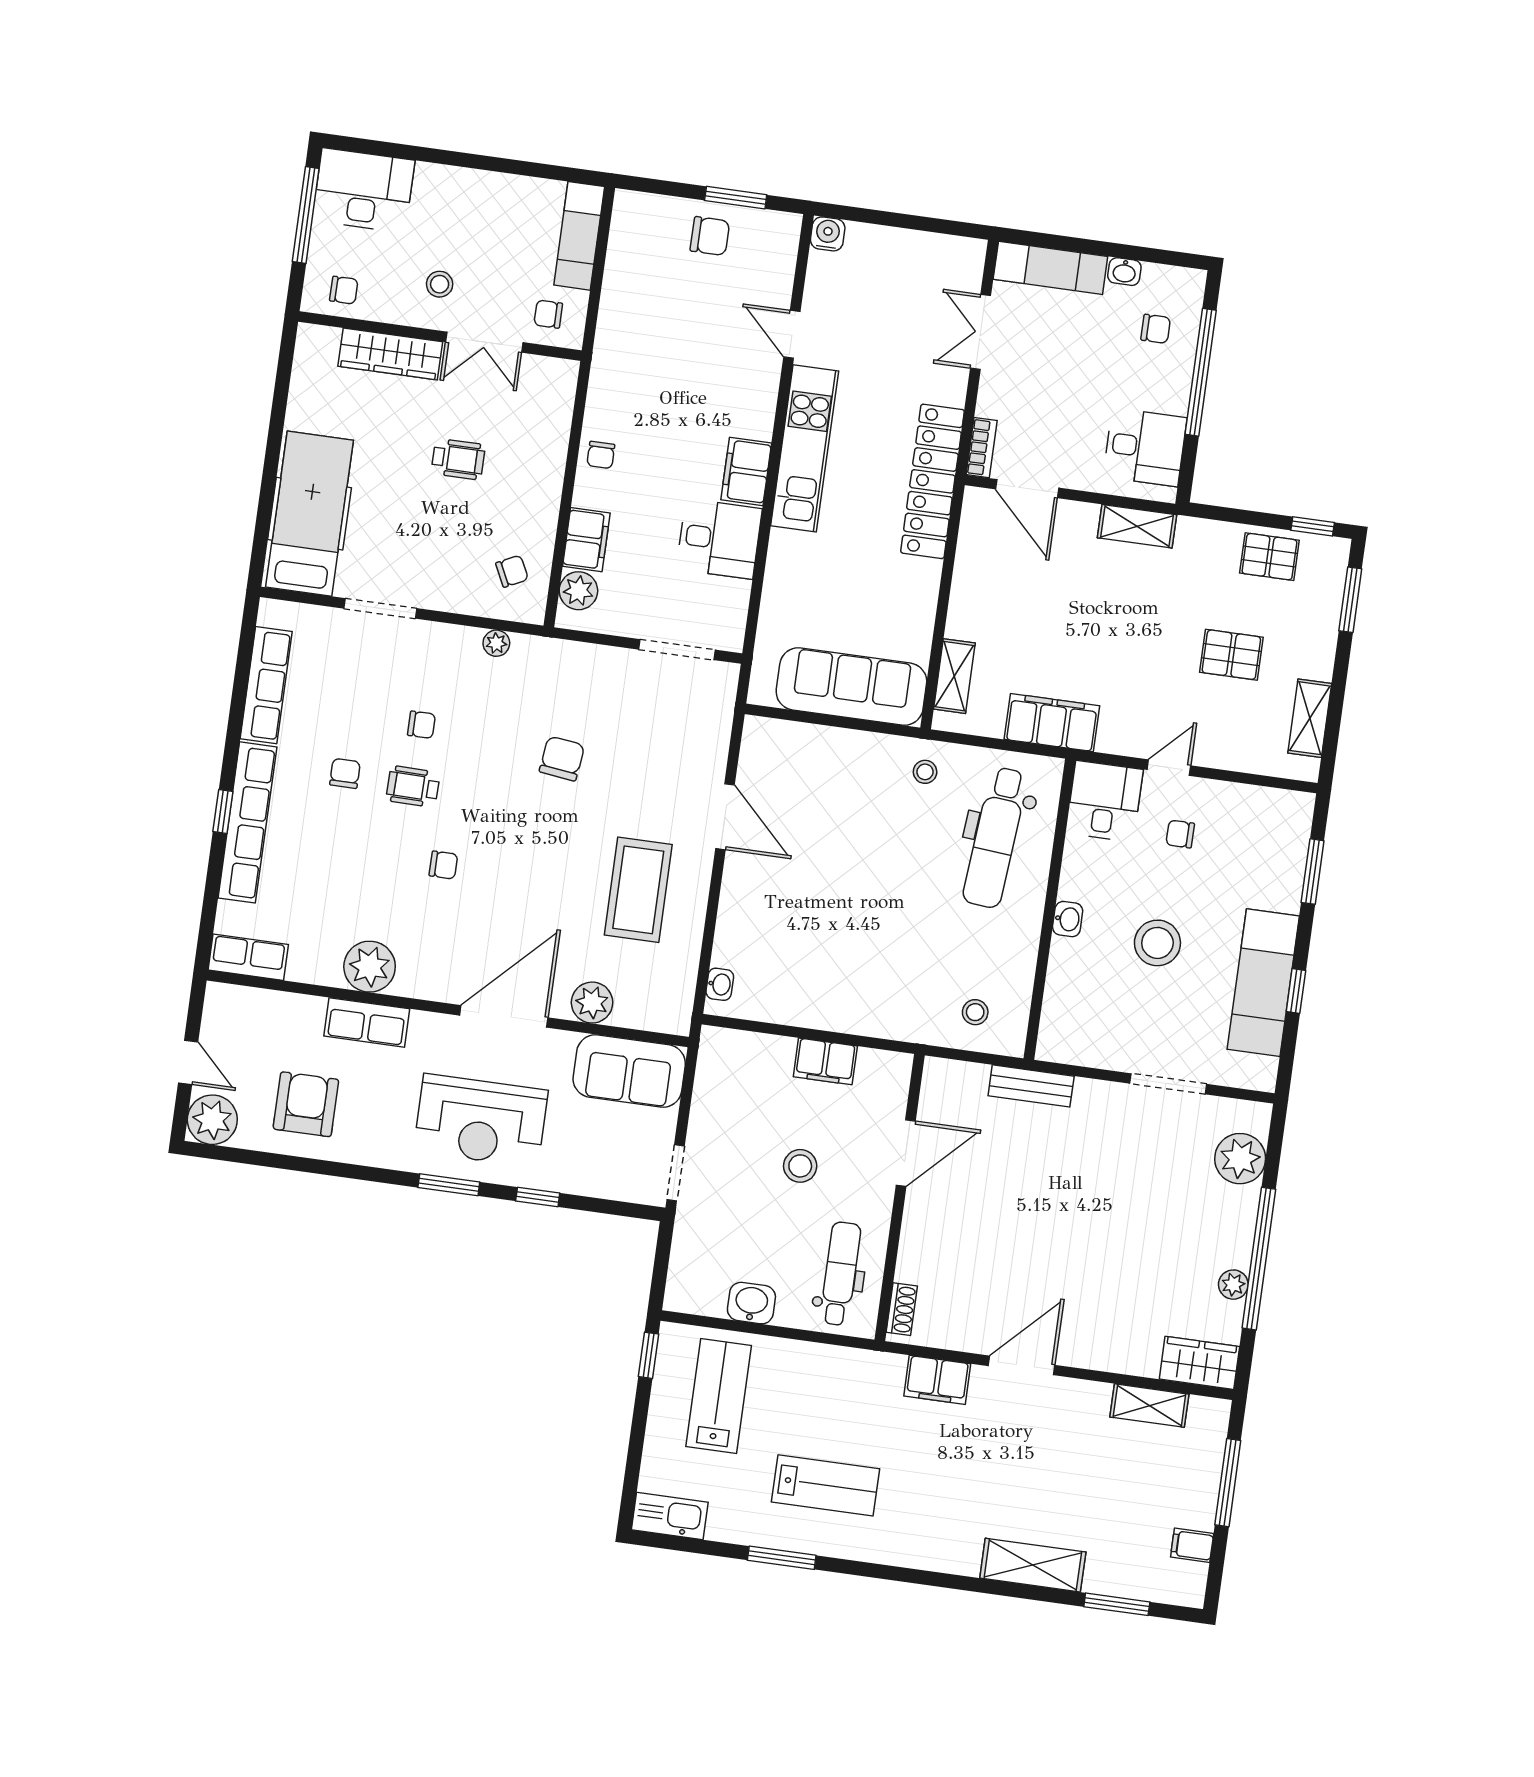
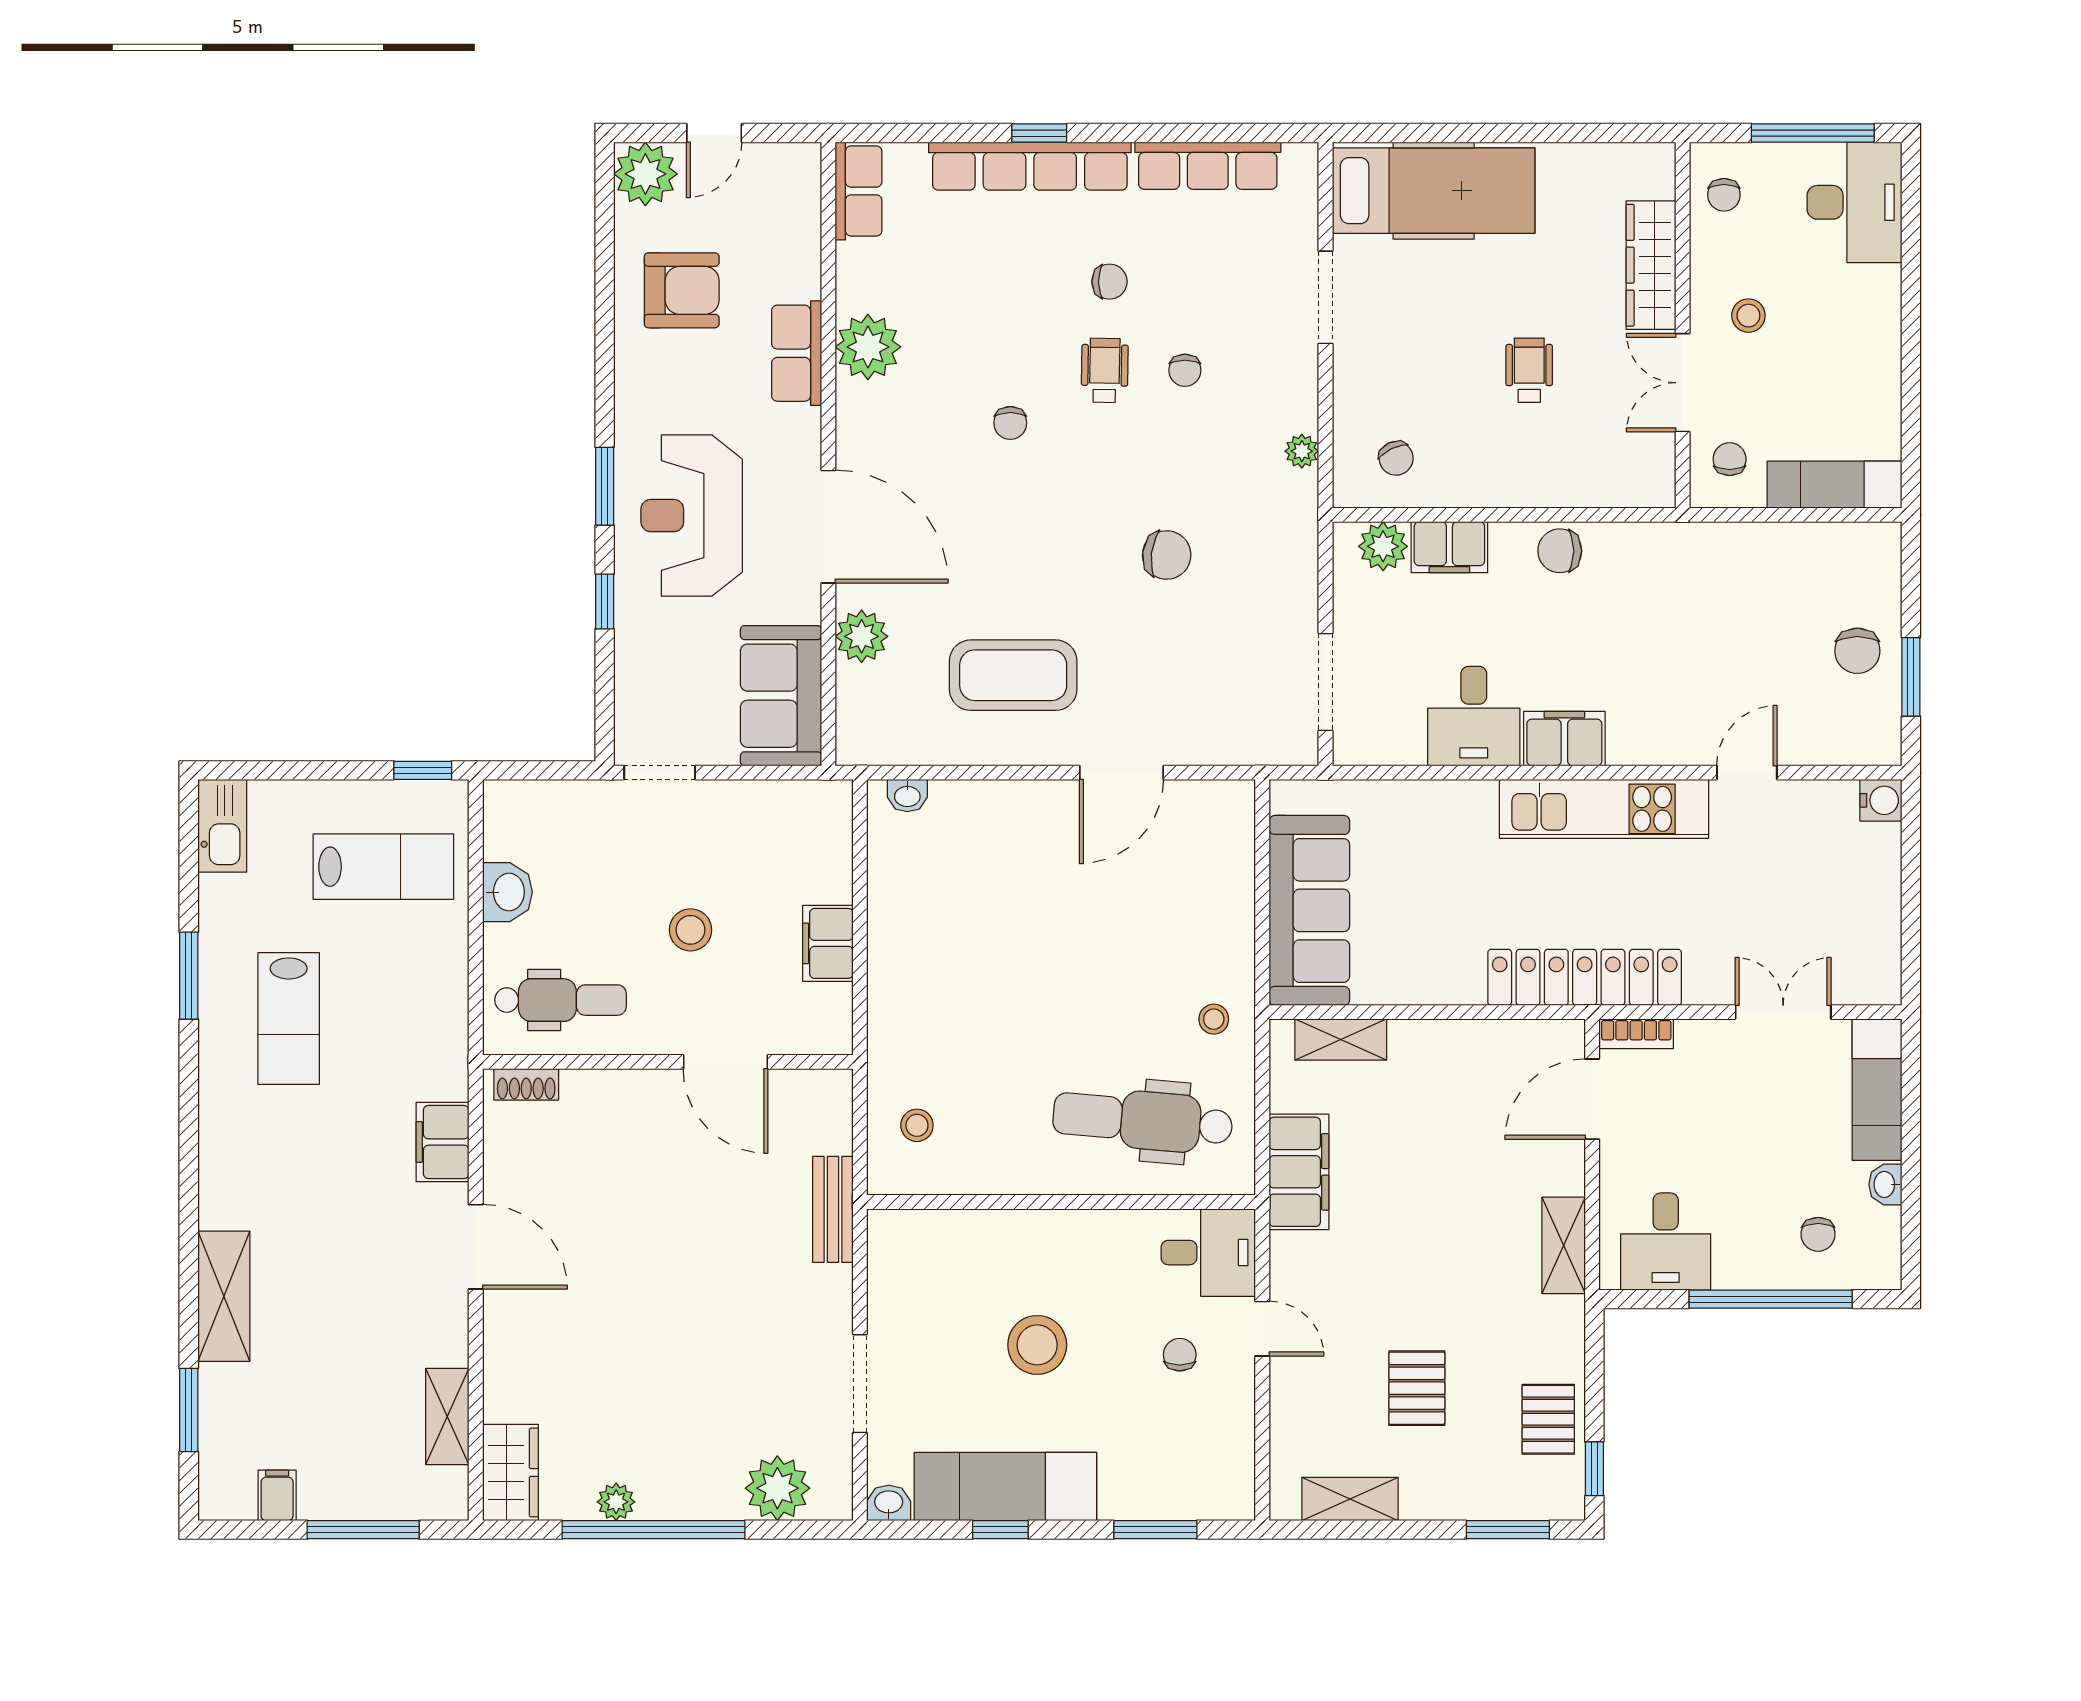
chair: (601, 455) -> (1560, 551), width x1.37, depth x1.37
wheelchair: (458, 459) -> (1529, 370), turned 180
washbasin: (1068, 919) -> (889, 1503), moved, turned 180

